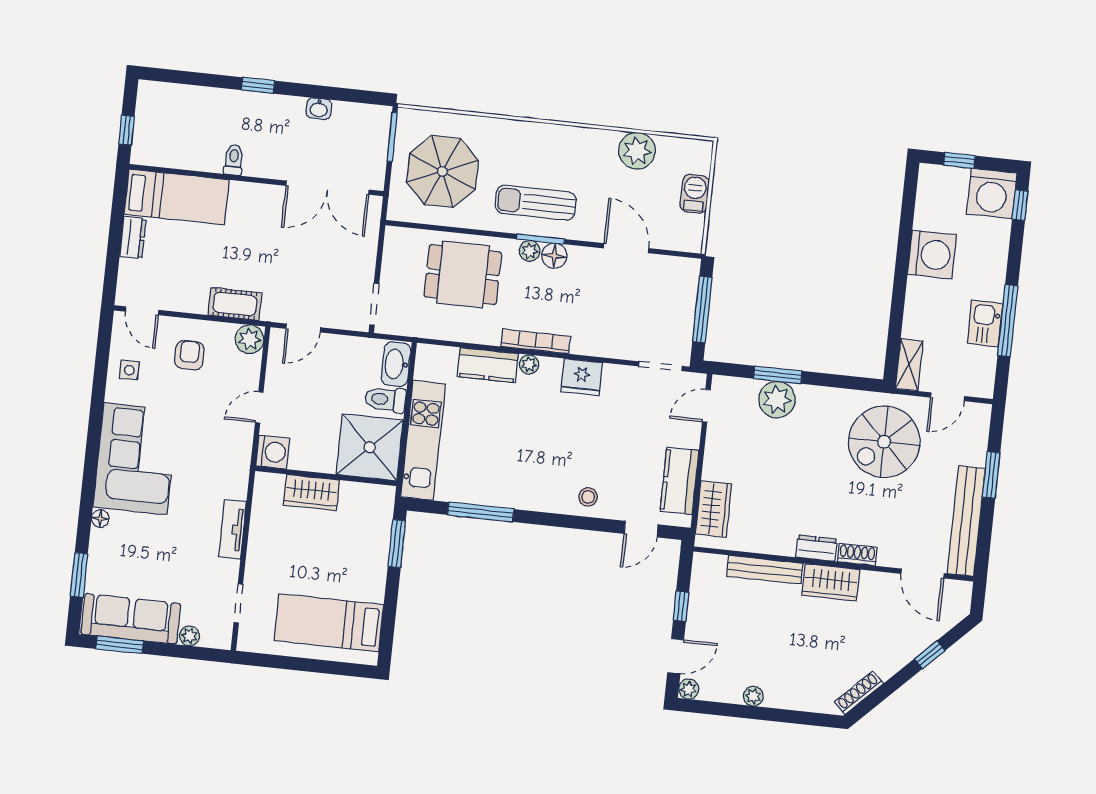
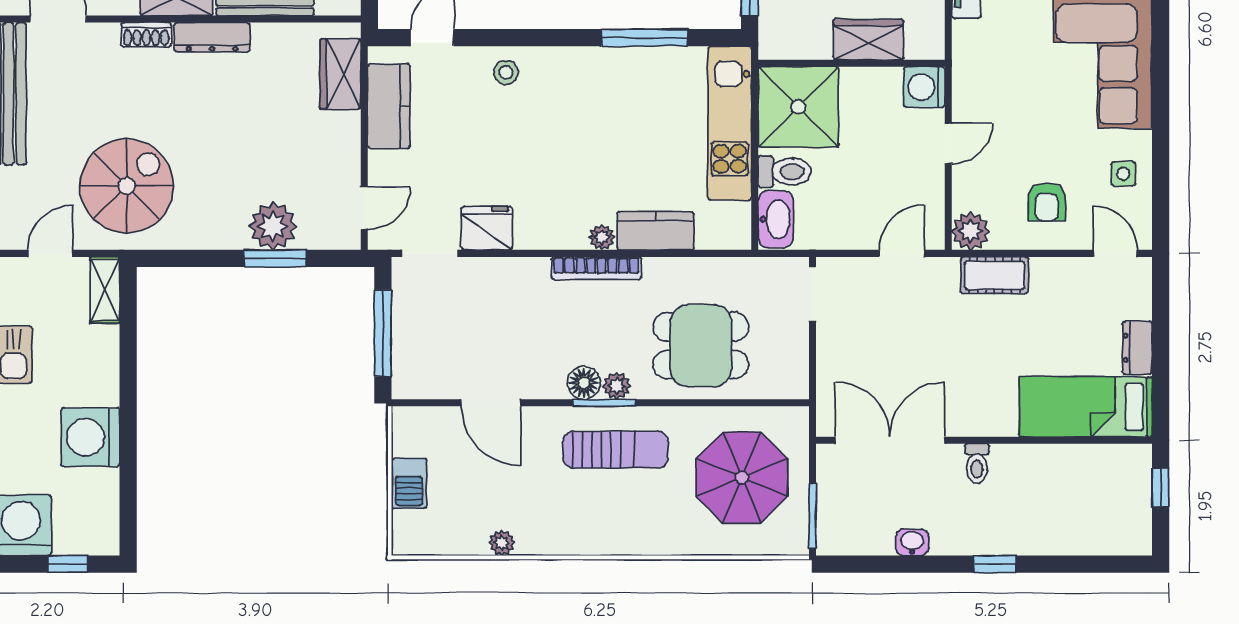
plant: (637, 151) -> (502, 543), width x0.53, depth x0.53
toilet: (234, 160) -> (977, 463), moved
fridge: (582, 377) -> (487, 228), moved
dresser: (816, 548) -> (212, 37), width x1.44

